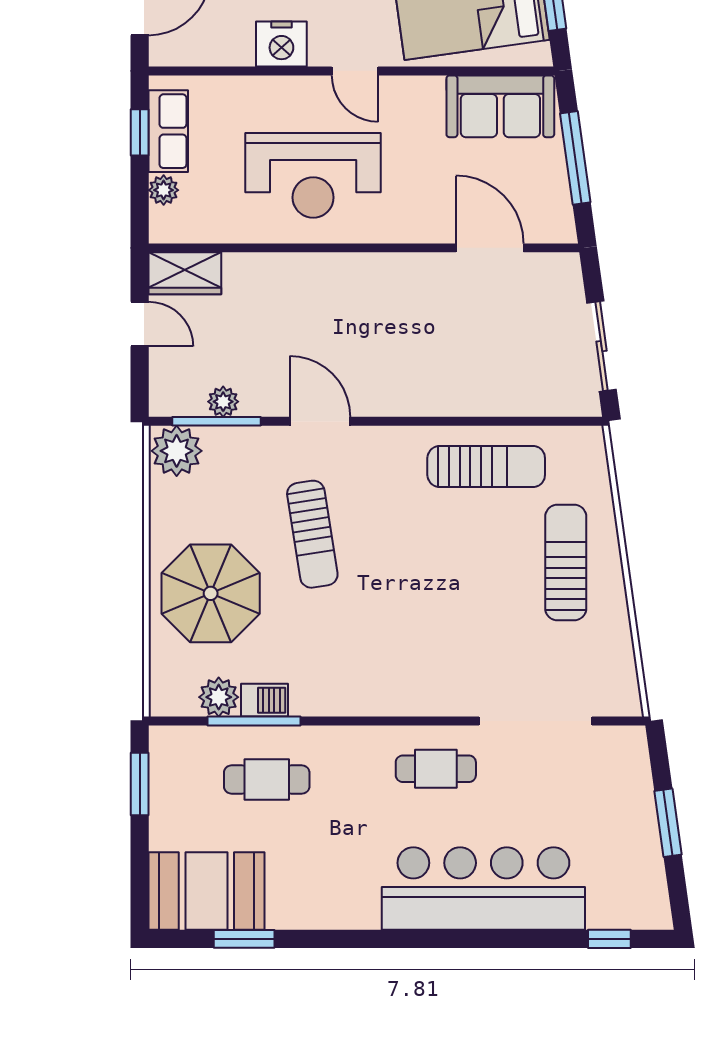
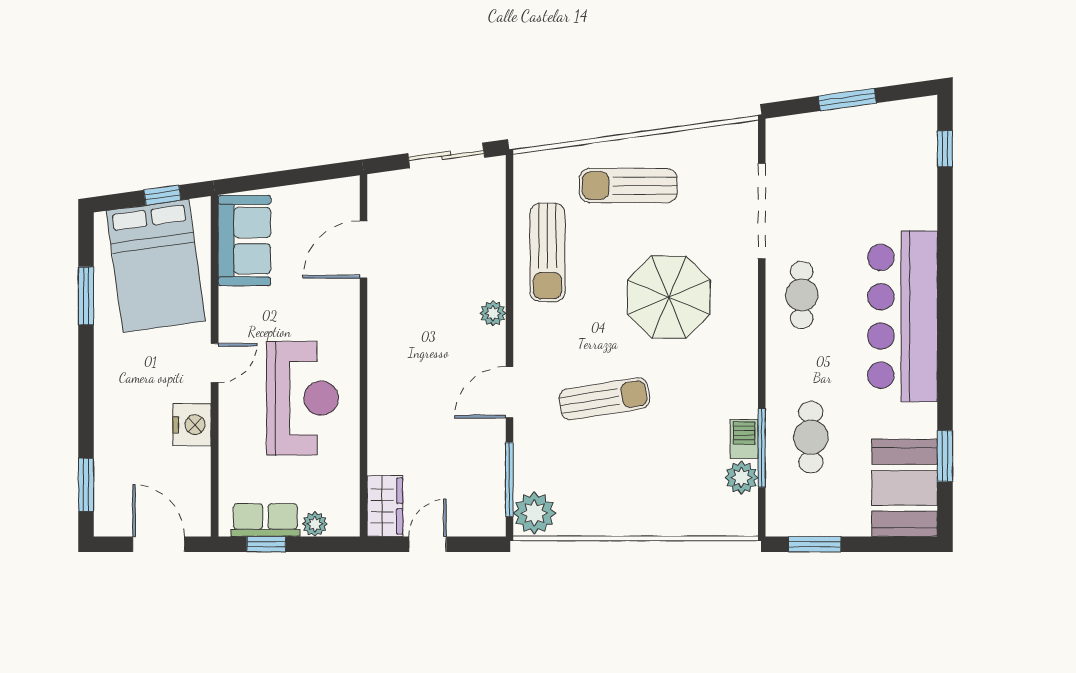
window: (575, 158) -> (288, 178), removed
plant: (223, 402) -> (493, 313), moved
sun lounger: (486, 467) -> (547, 253), turned 180
parasol: (211, 593) -> (669, 297), moved
bar counter: (483, 888) -> (902, 316), moved

